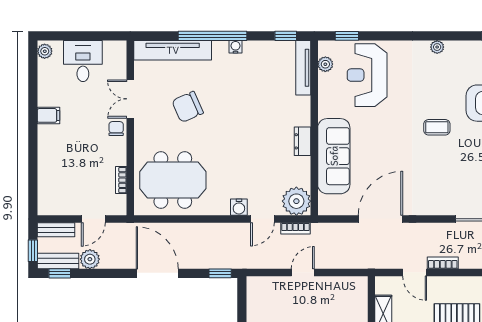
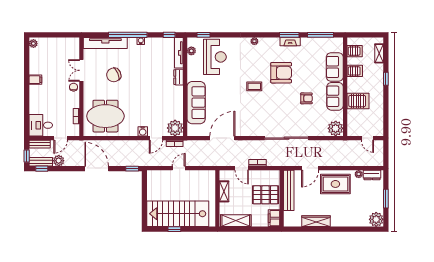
desk: (83, 61) -> (41, 125), moved, turned -90
reception desk: (367, 75) -> (215, 57), turned 180
dresser: (303, 141) -> (179, 77), moved

